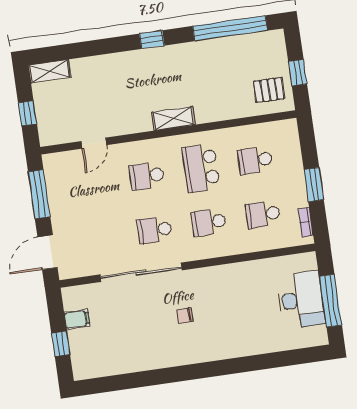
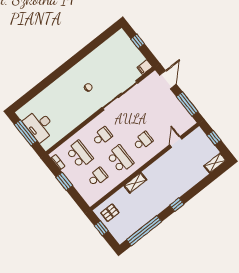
shelving: (173, 118) -> (135, 183), moved
school desk: (263, 214) -> (79, 154), width x1.85
school desk: (155, 230) -> (125, 118), removed
filing cabinet: (77, 319) -> (145, 67), moved

